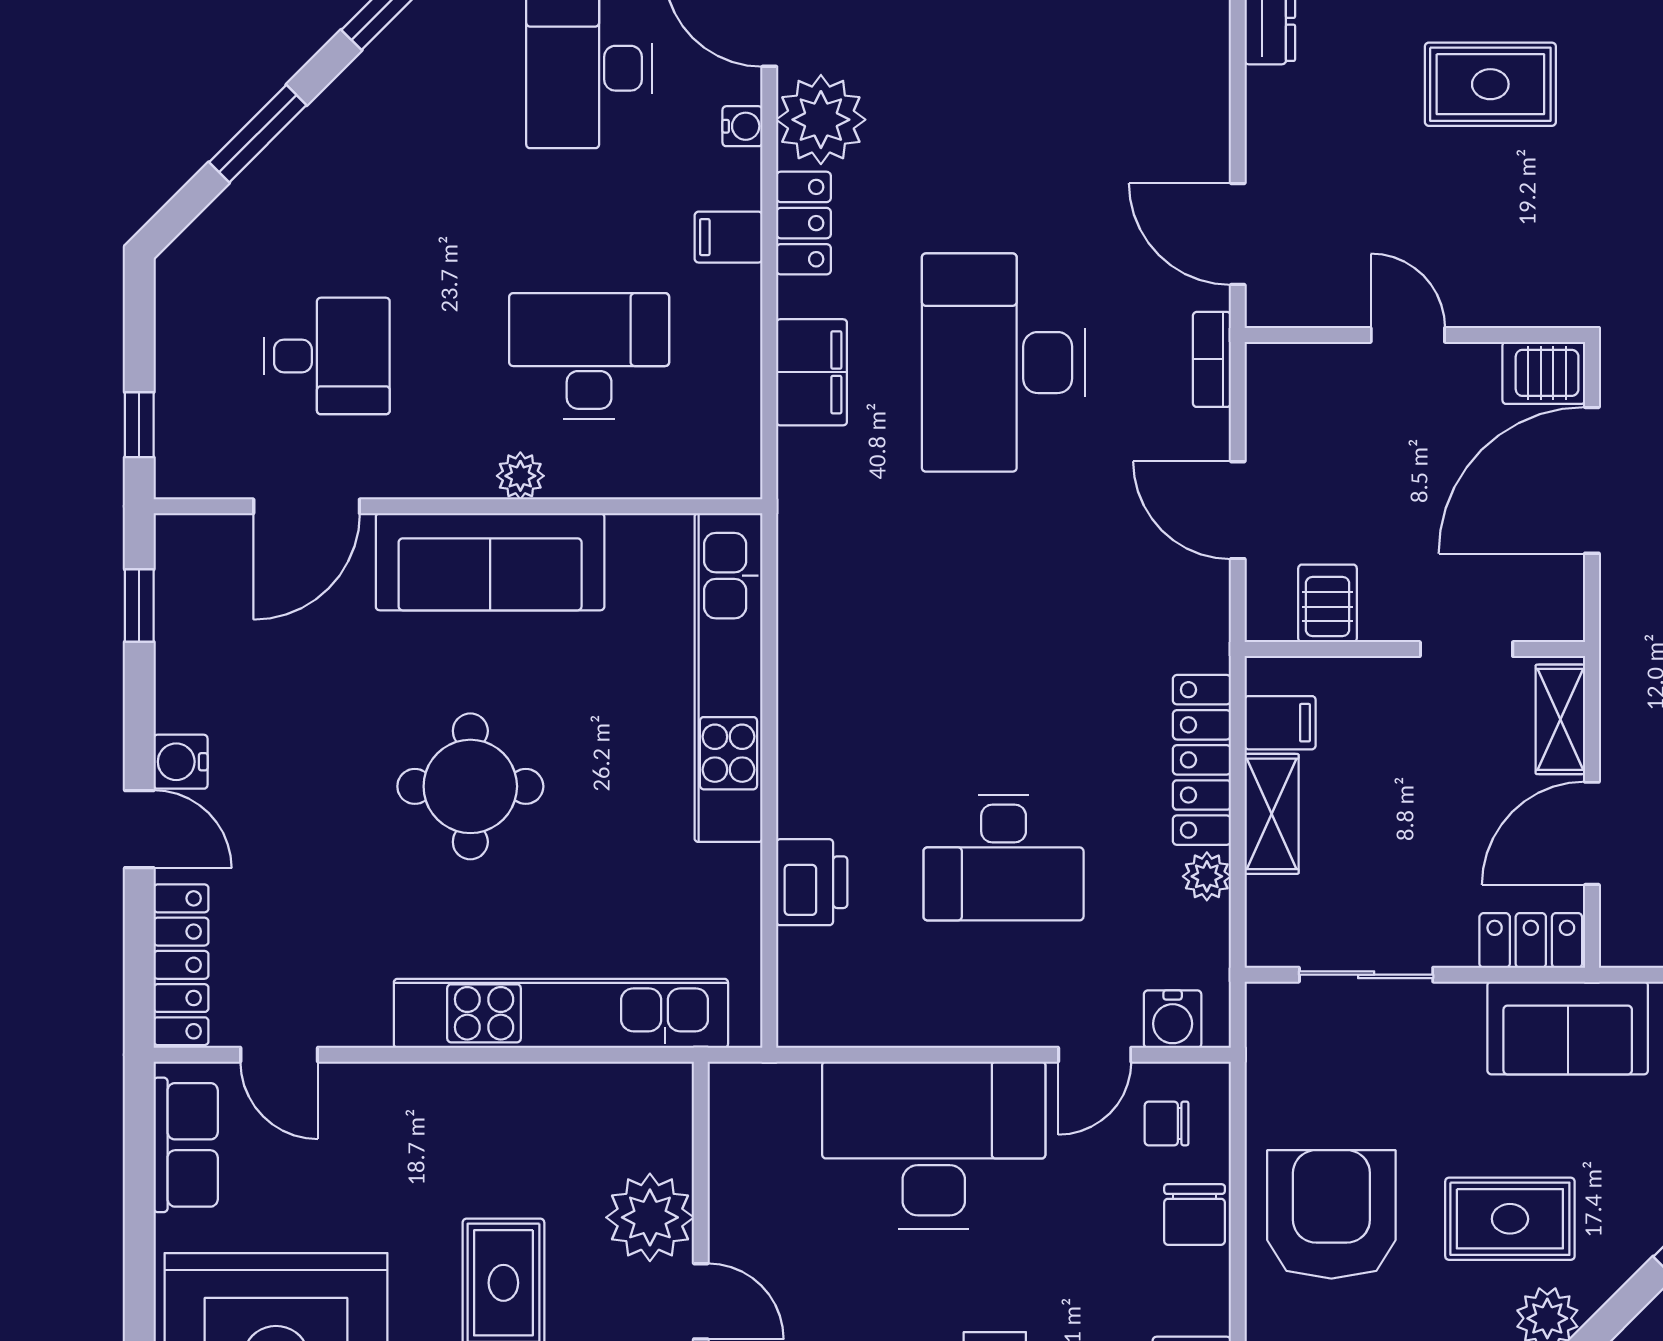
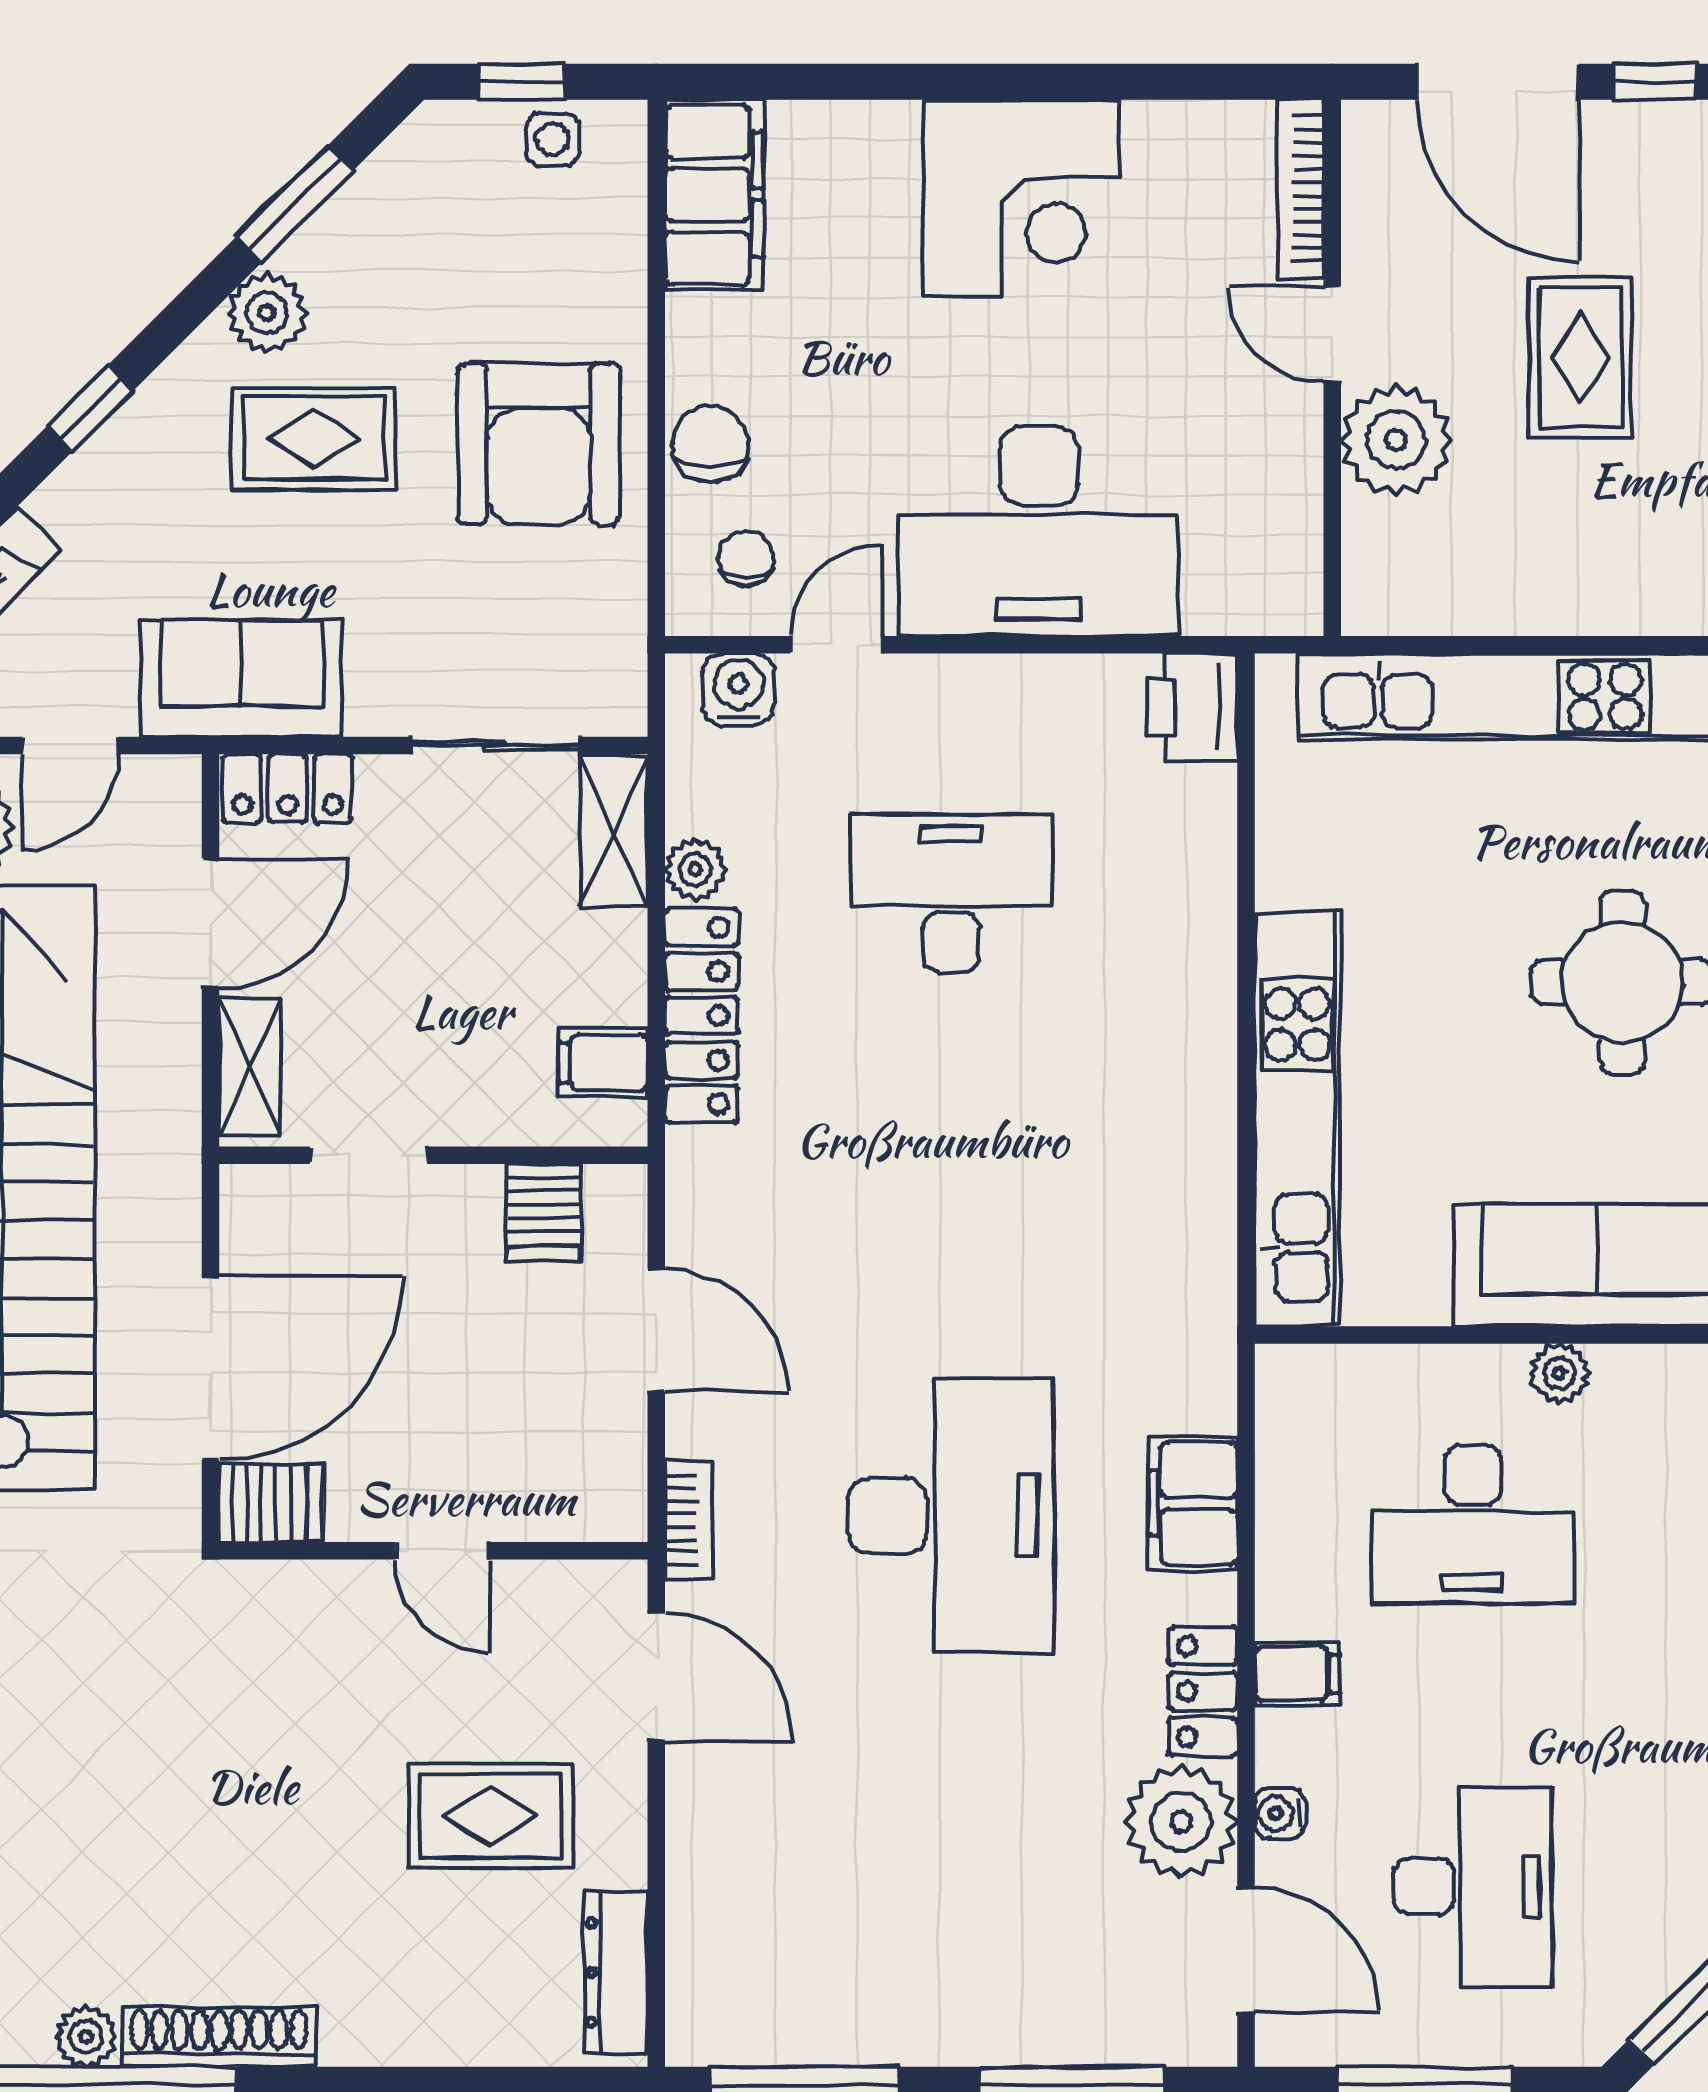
rug: (1490, 84) -> (491, 1816), moved
shelving: (1272, 814) -> (614, 832), moved
printer: (812, 882) -> (1192, 708), moved
chair: (1167, 1123) -> (746, 558), turned -90

